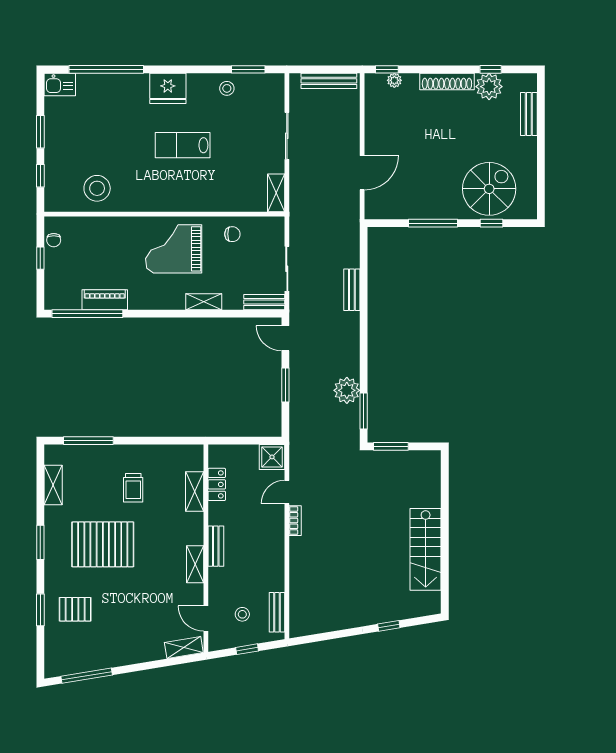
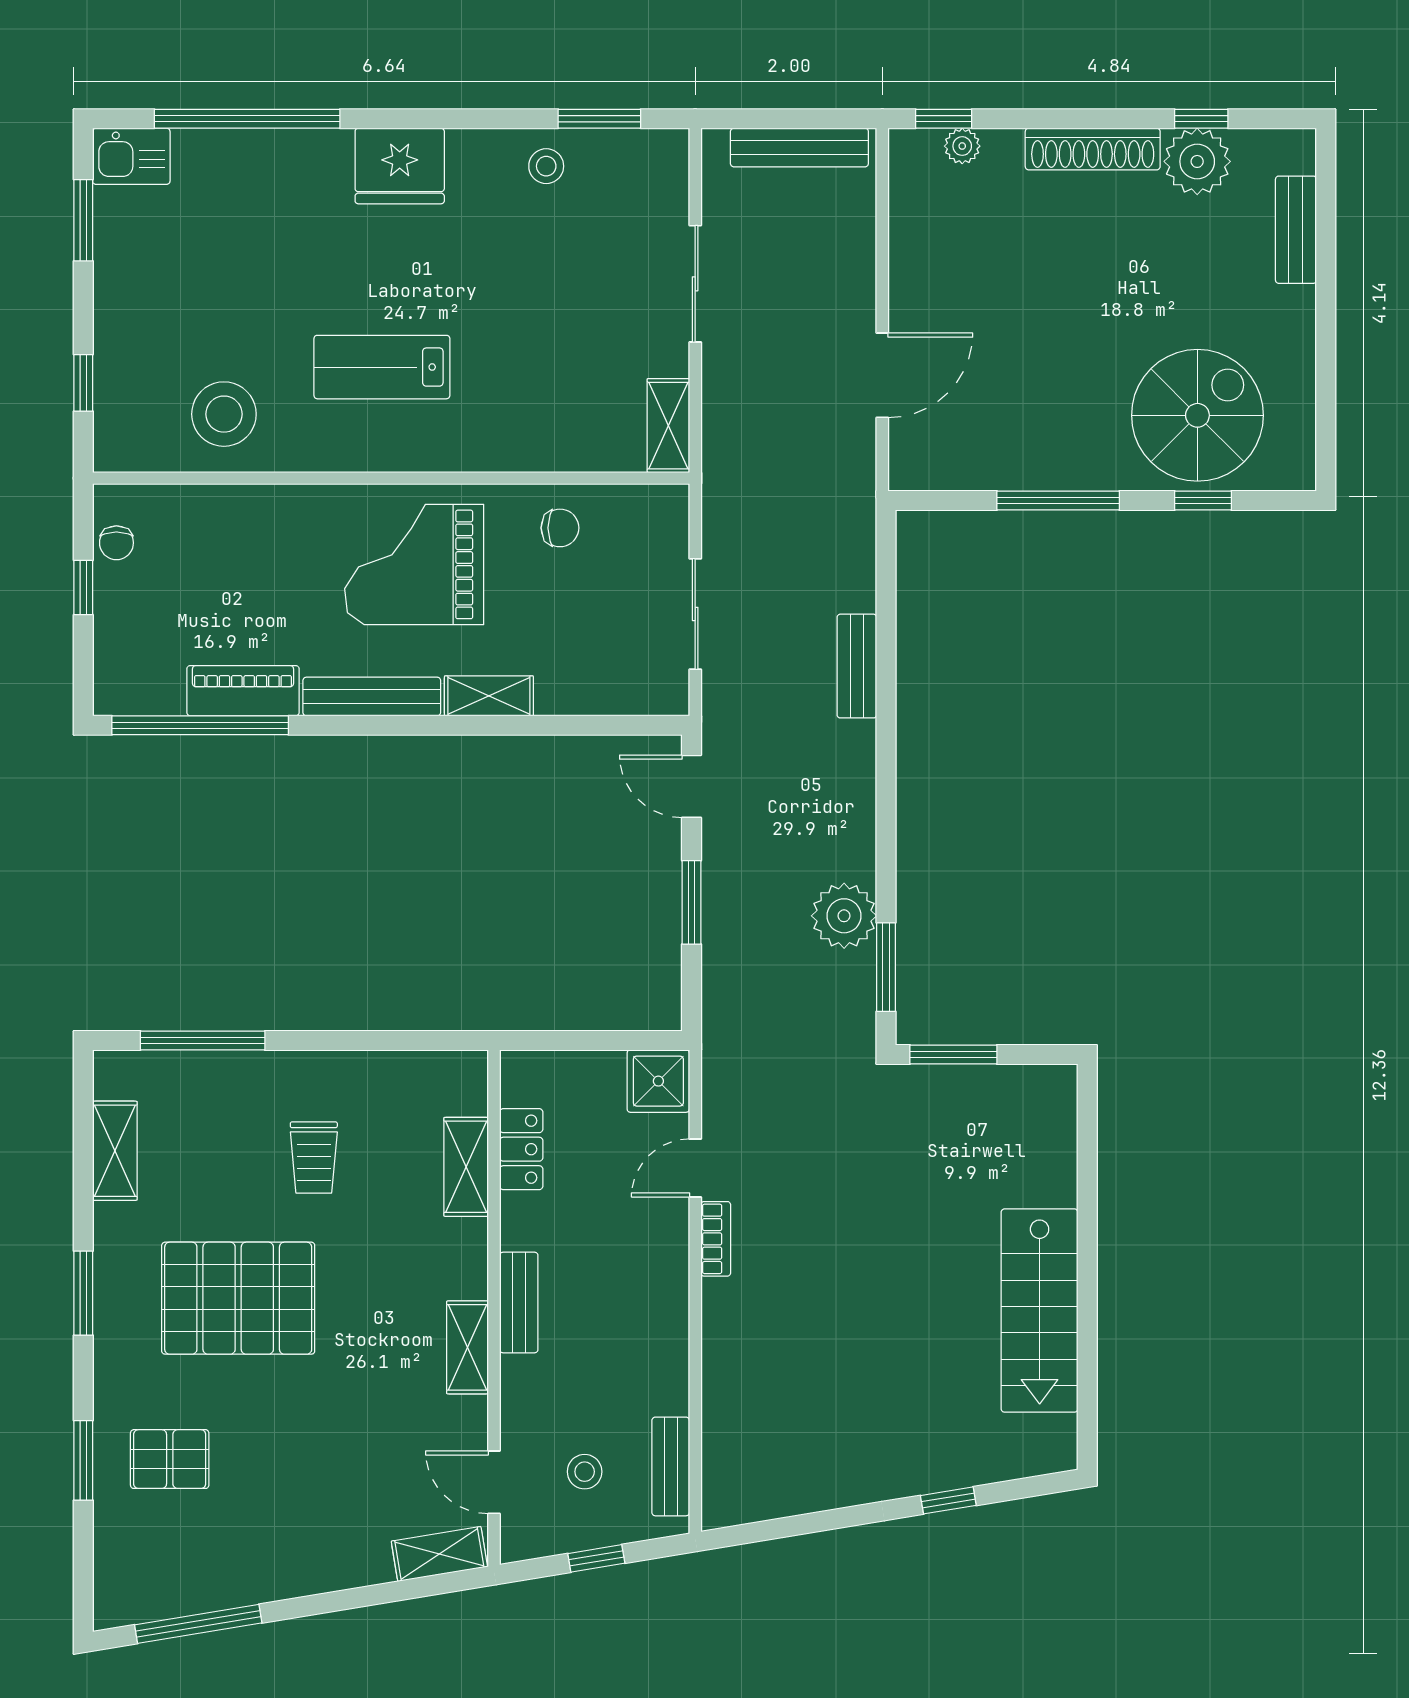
window: (40, 132) -> (83, 220), moved
lab bench: (183, 145) -> (382, 367), moved
bench: (264, 302) -> (372, 697), moved, width x1.36

